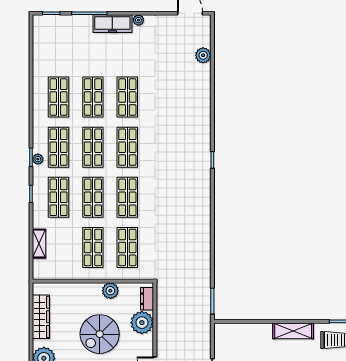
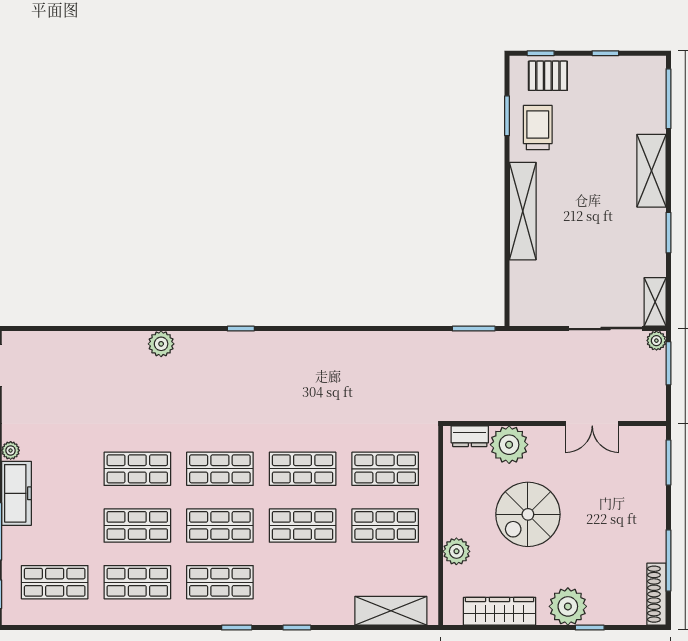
plant: (203, 55) -> (161, 344), moved
plant: (38, 159) -> (240, 616), removed
shop shelf: (59, 197) -> (55, 582), moved
shelving: (39, 244) -> (391, 611), width x1.50, depth x1.33
plant: (110, 291) -> (456, 551), moved
shelving: (293, 331) -> (523, 211), width x1.47
spiral stairs: (100, 334) -> (528, 514), turned 90

